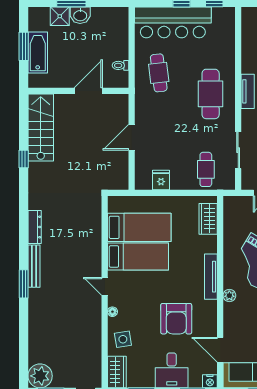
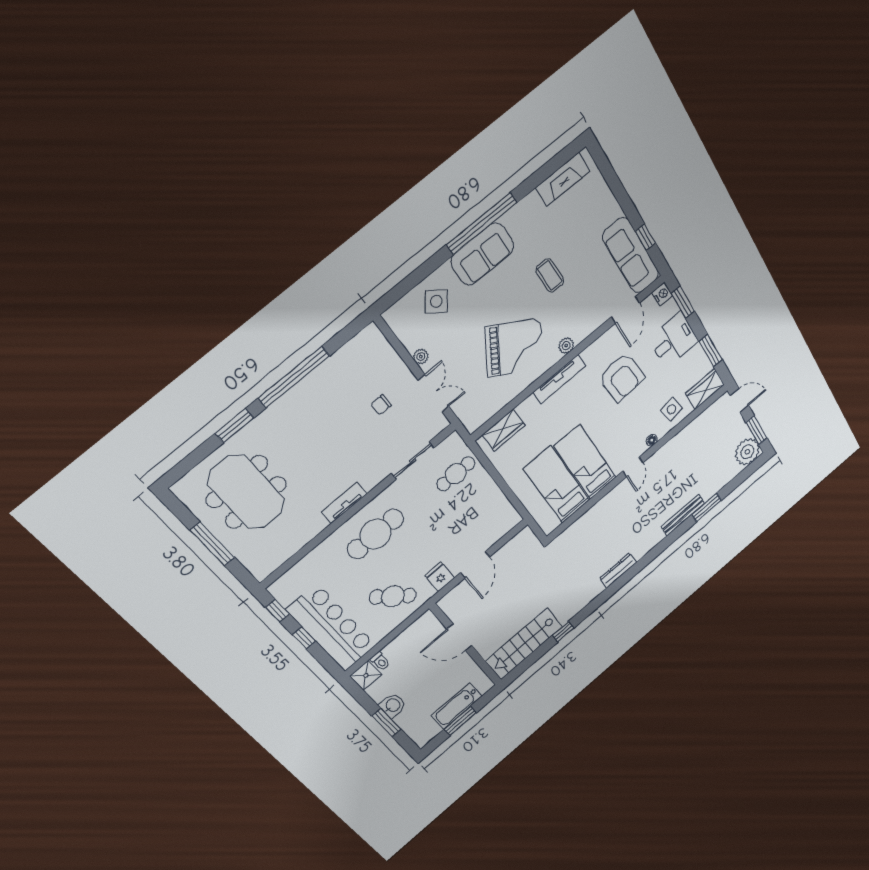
shower: (60, 16) -> (366, 675), moved
toilet: (120, 65) -> (380, 661), moved
cafe table: (159, 73) -> (393, 596), turned 50
door: (132, 137) -> (475, 565), hinge flipped
fridge: (161, 180) -> (440, 577), moved, turned 90
bench: (34, 266) -> (683, 515), moved
window: (24, 284) -> (707, 507), moved
armchair: (176, 319) -> (622, 377), turned 86

